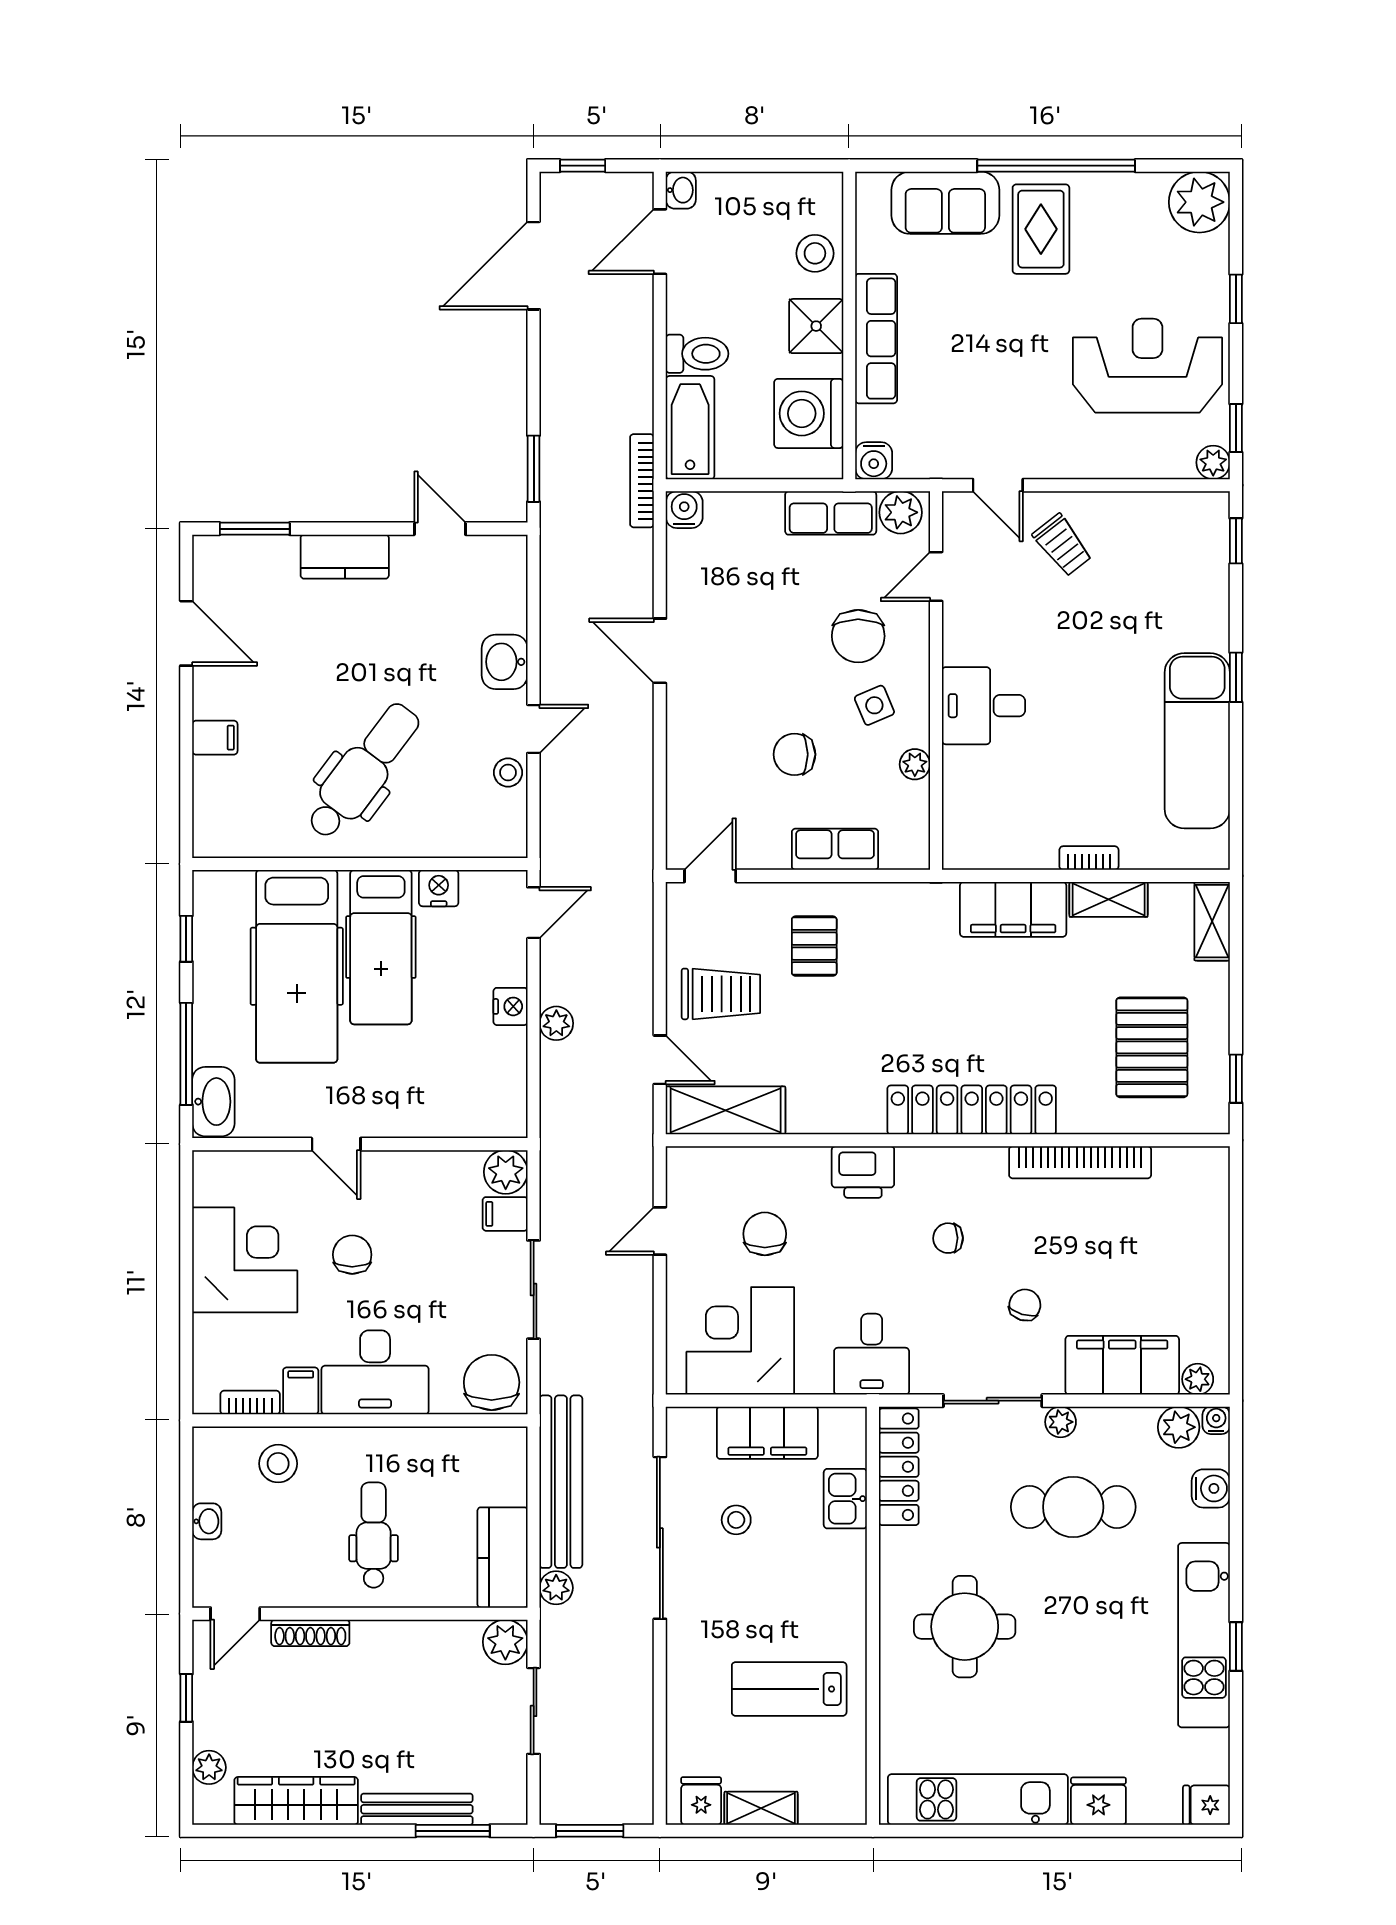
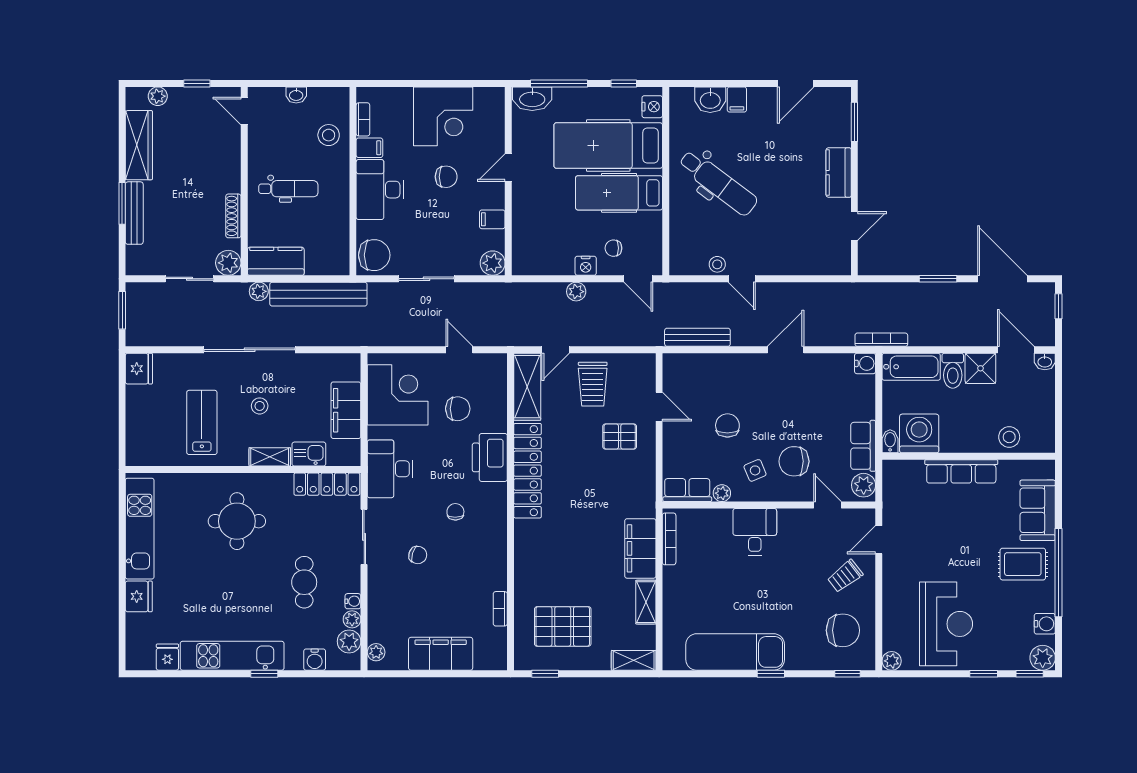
plant: (1199, 202) -> (1043, 658), width x0.73, depth x0.73
shower: (816, 326) -> (980, 368), moved
window: (1236, 428) -> (1030, 674), moved
water cooler: (874, 461) -> (1045, 624), moved, turned 180
bidet: (823, 465) -> (890, 441), added
window: (534, 469) -> (938, 279), moved
chair: (1159, 549) -> (843, 630), added
washbasin: (505, 662) -> (710, 100), moved, turned 180
bench: (638, 808) -> (697, 337), added
row of seats: (835, 849) -> (687, 490), moved, turned -90
bookcase: (1089, 858) -> (669, 539), moved, width x1.56
door: (710, 876) -> (659, 407), moved
nightstand: (439, 888) -> (652, 107), moved
chair: (479, 957) -> (613, 248), added
locker: (972, 1110) -> (528, 471), moved
bookcase: (1080, 1162) -> (500, 609), width x0.43, depth x0.76
printer: (863, 1172) -> (490, 457), width x1.37, depth x1.19
filing cabinet: (505, 1214) -> (492, 219), moved, turned -90
desk: (872, 1354) -> (390, 469), width x1.37
filing cabinet: (1122, 1365) -> (441, 654), moved, turned -90
water cooler: (1216, 1420) -> (353, 601), moved
plant: (1061, 1422) -> (352, 619), moved
cafe table: (1073, 1507) -> (304, 582), width x0.73, depth x0.74
stool: (736, 1520) -> (260, 406), moved
sliding door: (660, 1538) -> (250, 350), moved
shoe rack: (310, 1633) -> (233, 216), moved
window: (1236, 1646) -> (264, 674), moved
fridge: (701, 1801) -> (139, 369), width x1.38
fridge: (1206, 1805) -> (167, 657), moved
shelving: (761, 1808) -> (270, 457), moved, turned 90
window: (453, 1831) -> (122, 203), moved

